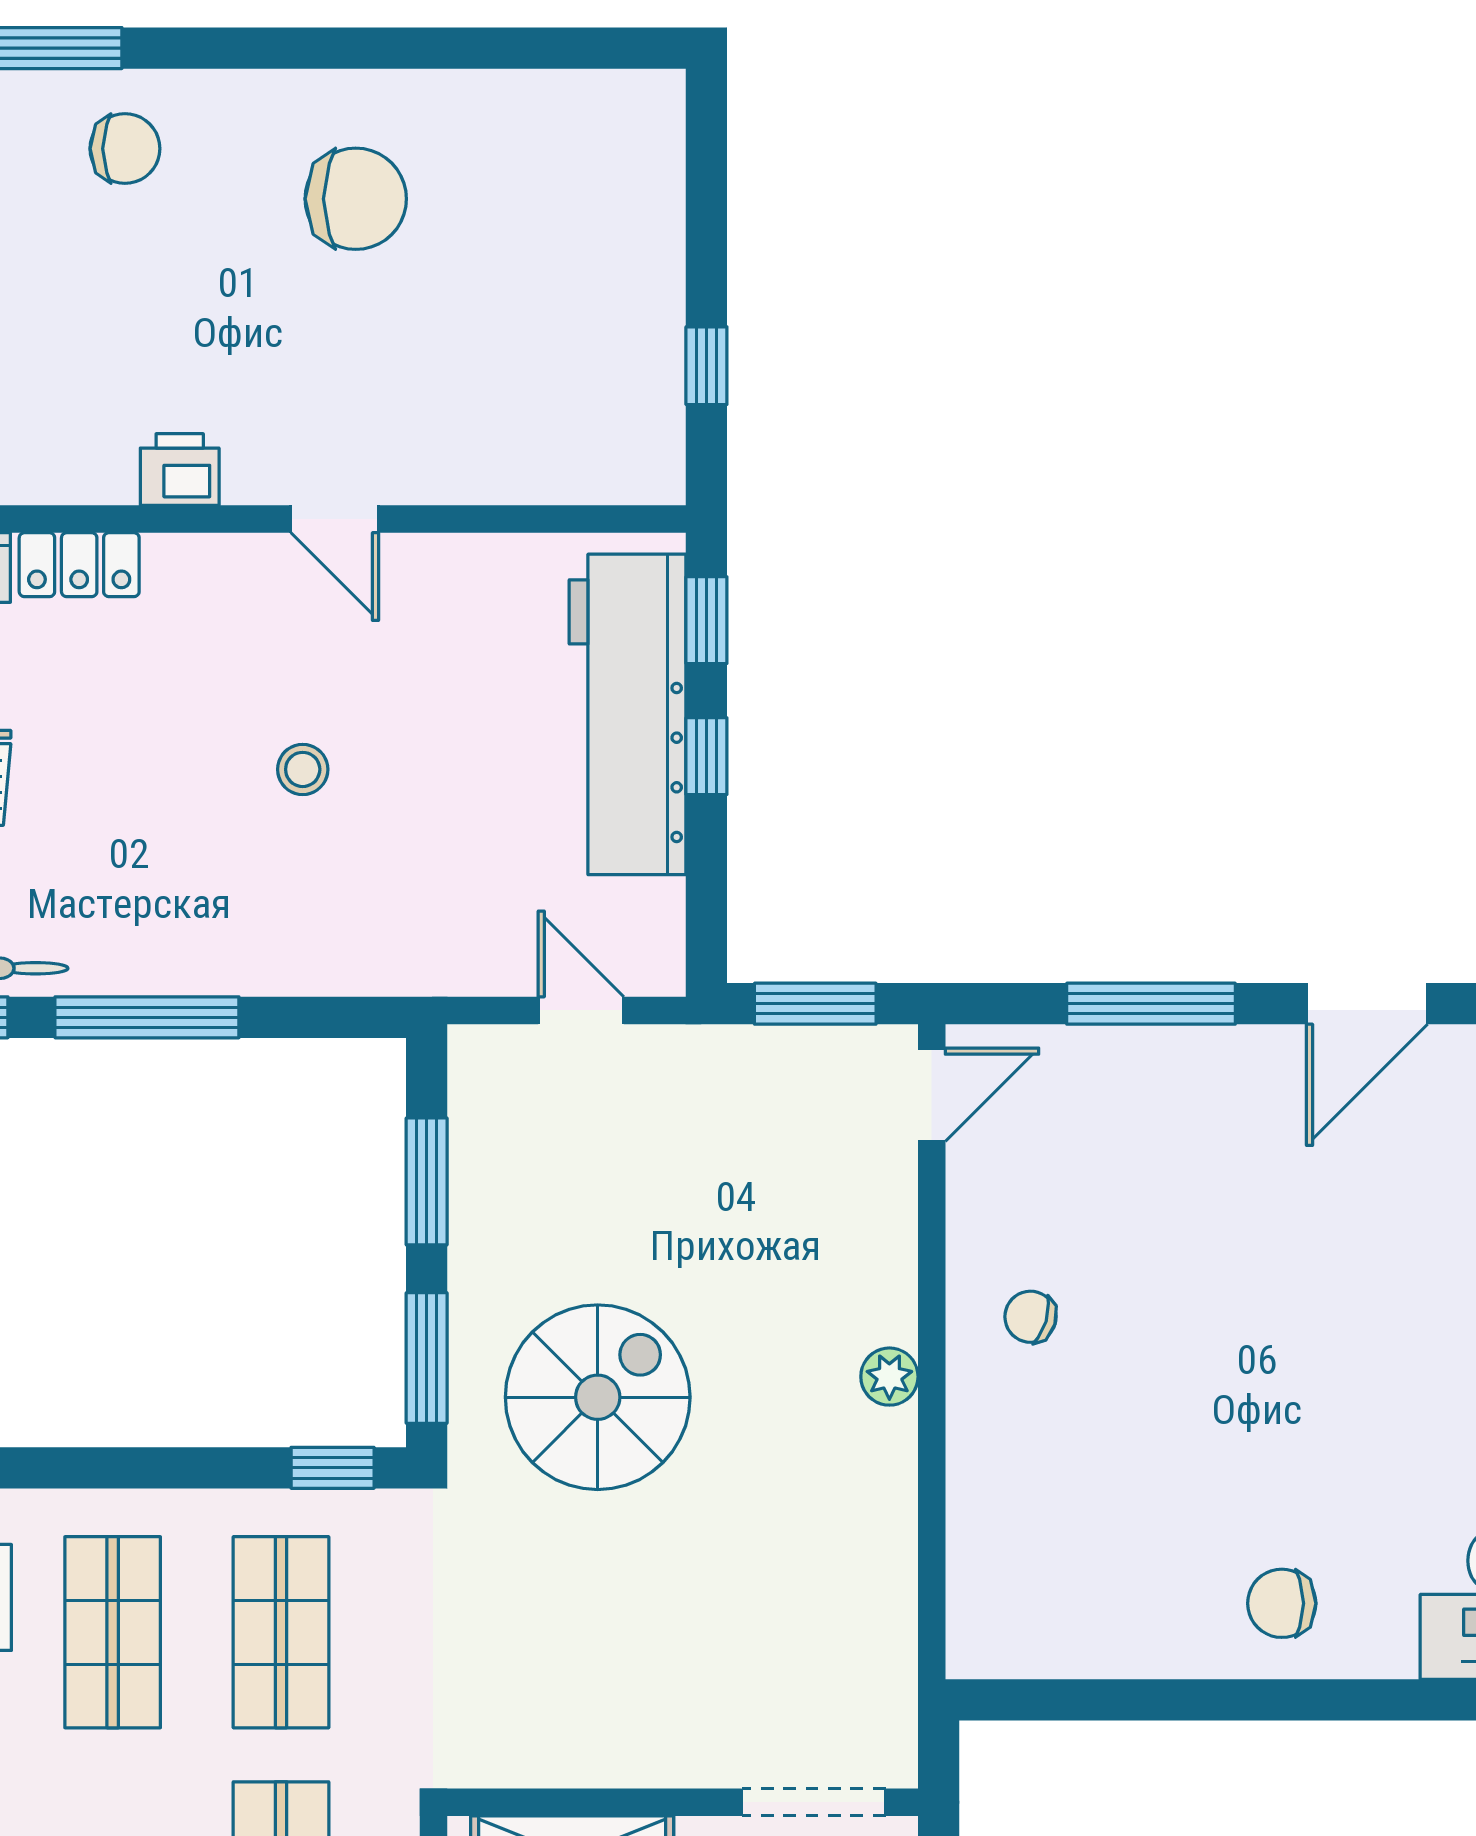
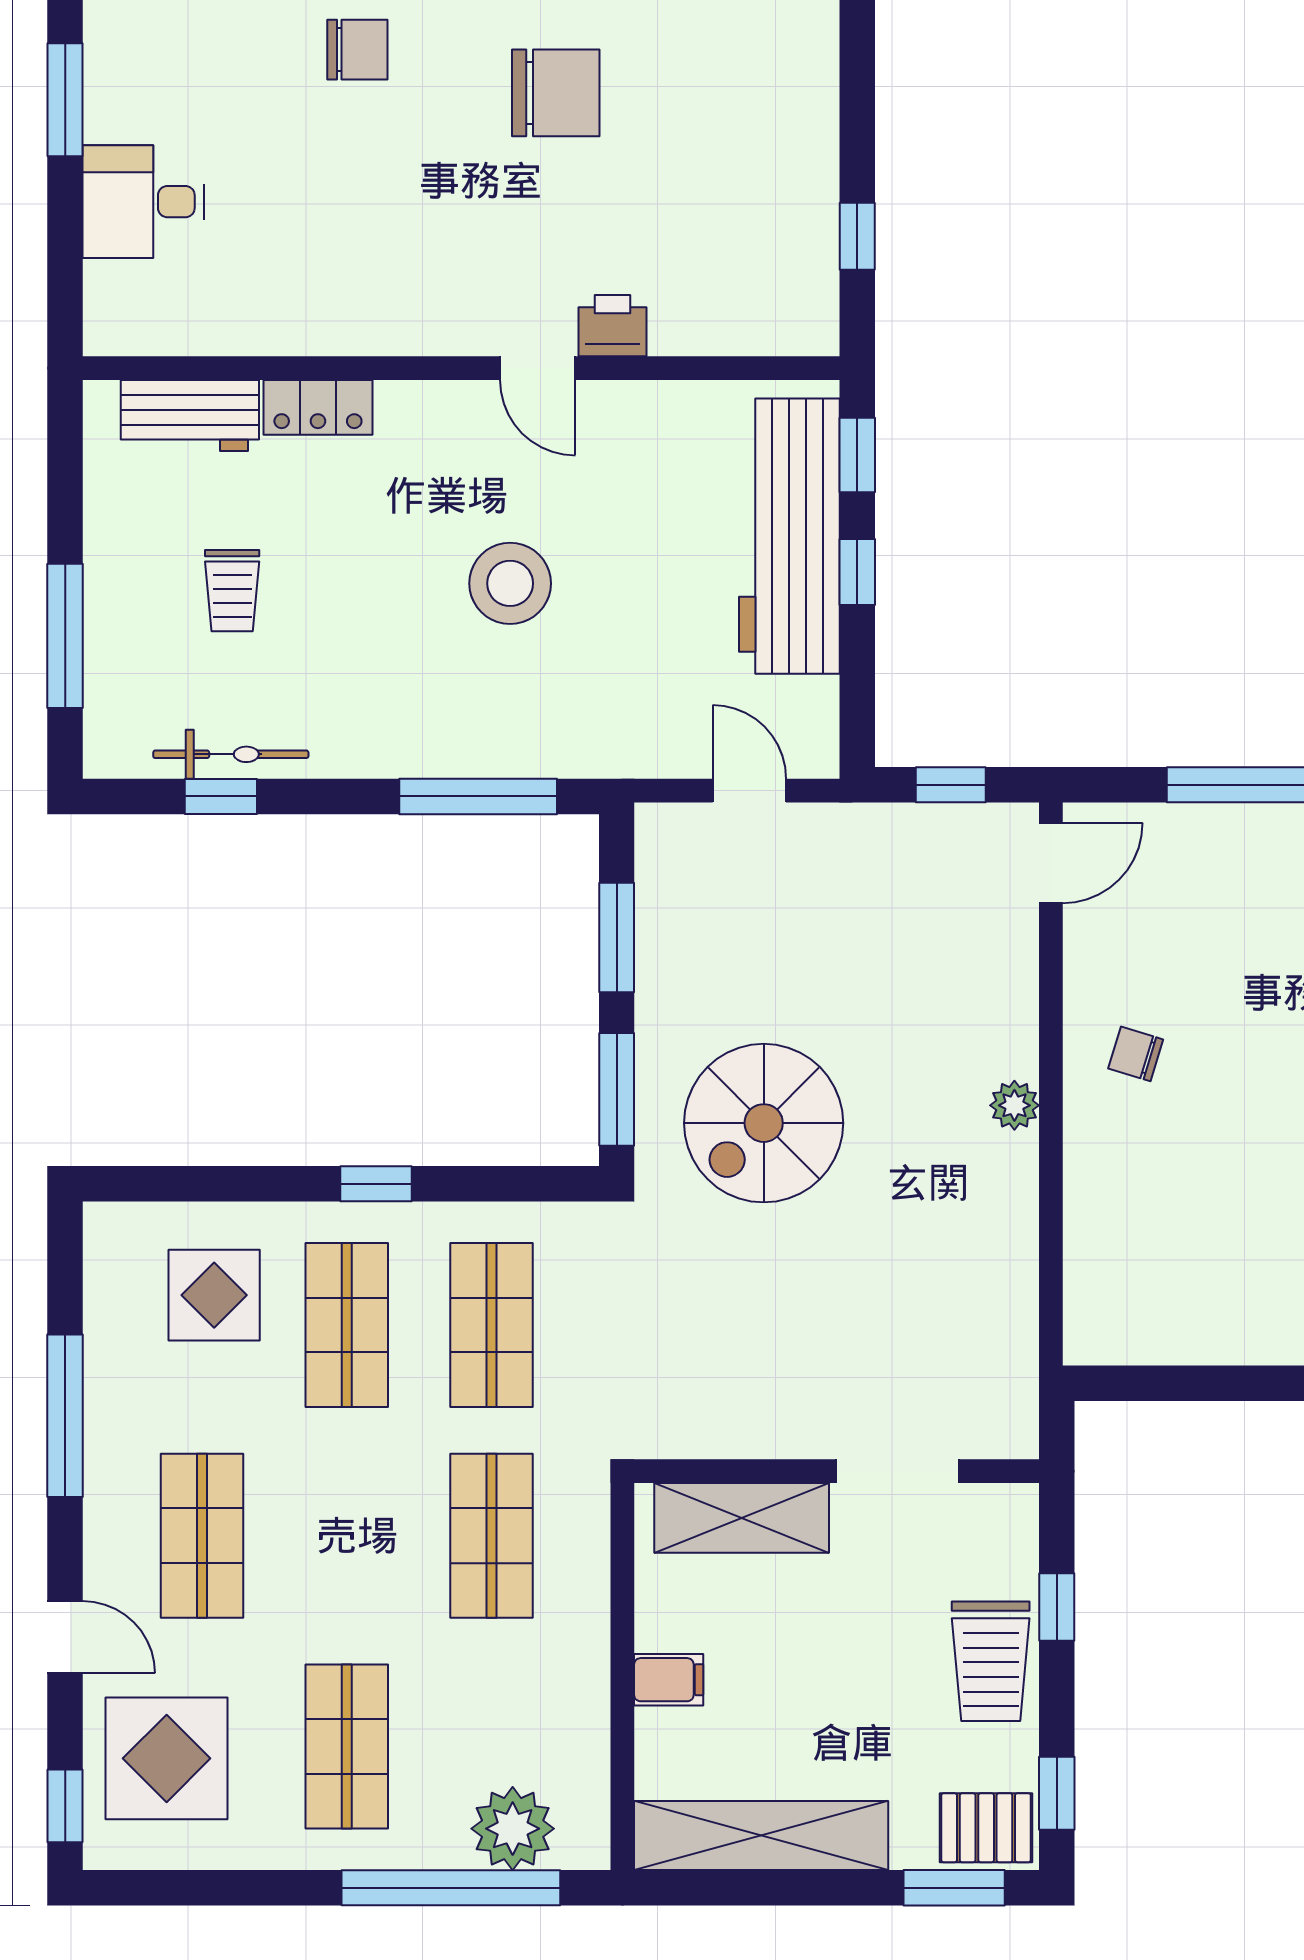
printer: (180, 470) -> (612, 326), moved
stool: (303, 769) -> (510, 583), width x1.89, depth x1.89
window: (815, 1004) -> (951, 785), width x0.67
window: (147, 1017) -> (478, 796), moved
spiral stairs: (598, 1397) -> (764, 1123), turned 180
window: (333, 1468) -> (376, 1184), moved
doorway: (814, 1802) -> (898, 1471), moved

